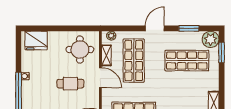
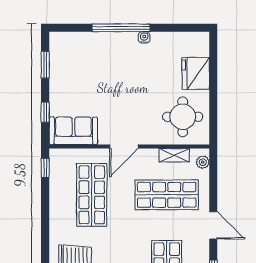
fridge: (36, 41) -> (196, 73), moved
door: (100, 78) -> (124, 147), moved
cafe table: (70, 84) -> (133, 103), removed

